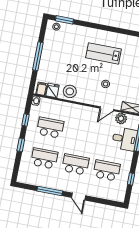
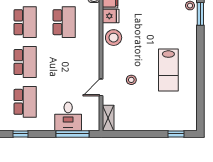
lab bench: (104, 53) -> (168, 70), turned 180
door: (107, 109) -> (101, 87), hinge flipped
plant: (121, 118) -> (93, 107), removed

